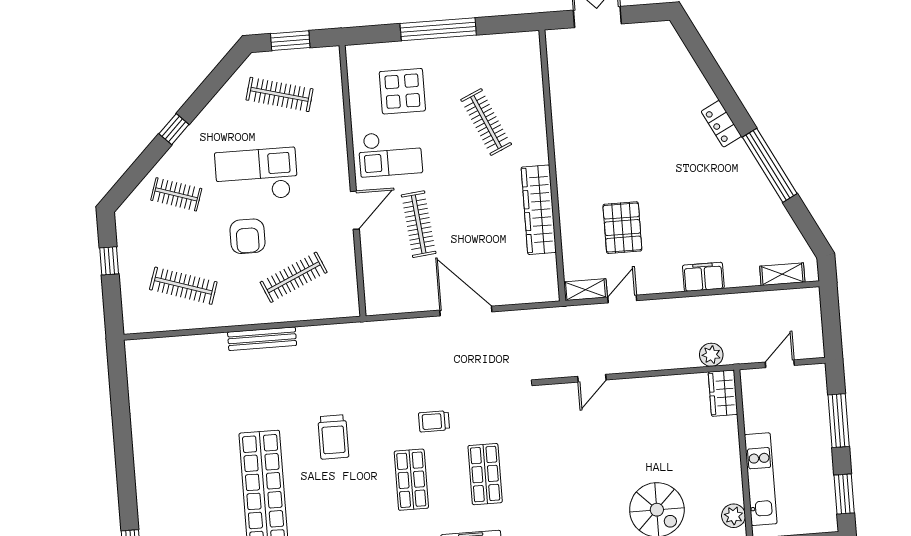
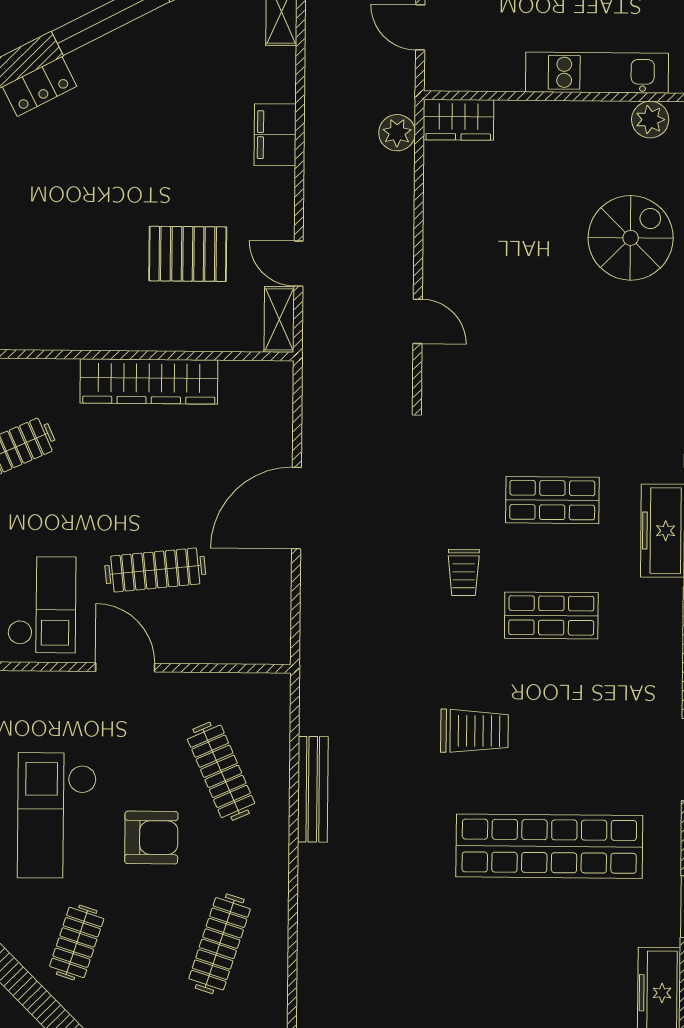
bench: (262, 339) -> (313, 789), moved

